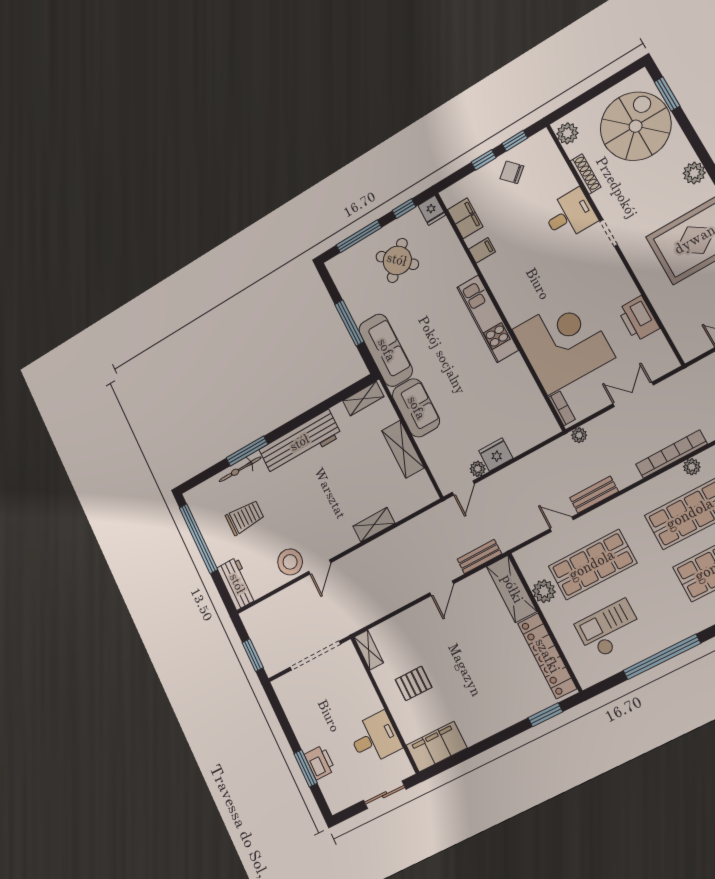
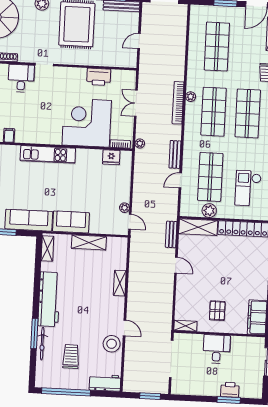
fridge: (496, 454) -> (111, 157), moved, turned -90
desk: (375, 738) -> (217, 349), moved

